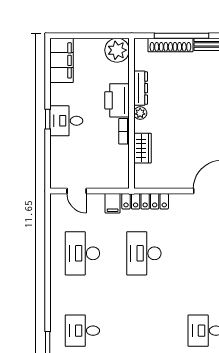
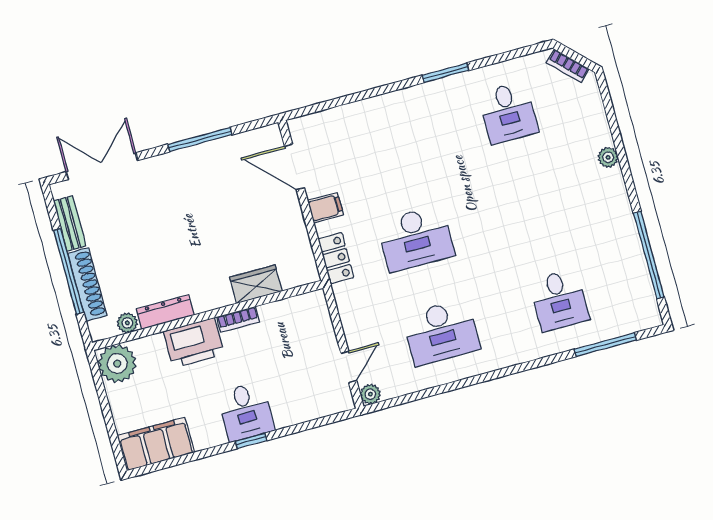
plant: (140, 113) -> (127, 323), moved
plant: (56, 200) -> (370, 394), added
locker: (145, 201) -> (336, 258), width x0.66
filing cabinet: (113, 203) -> (325, 208), moved

